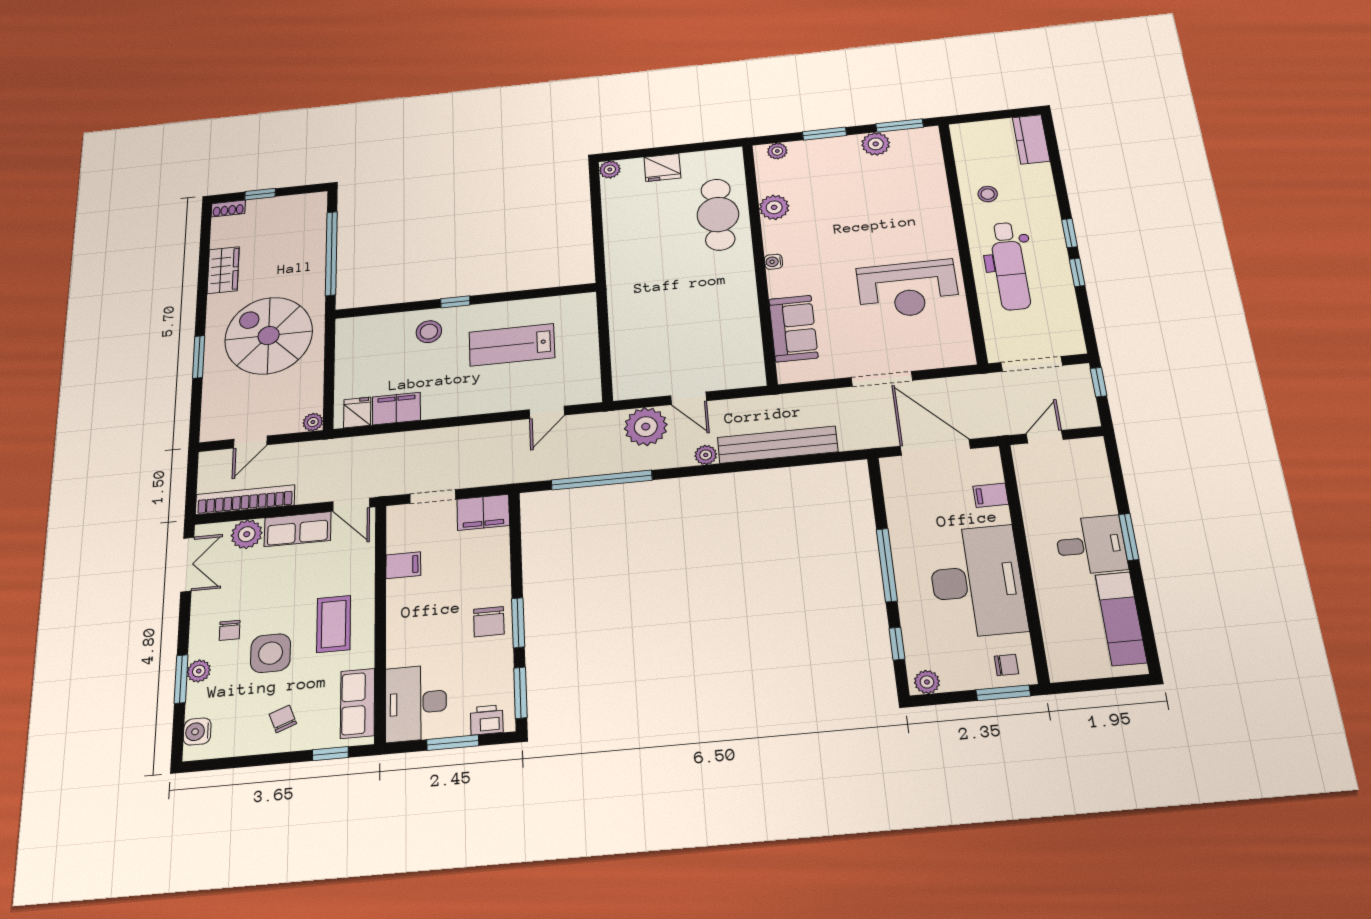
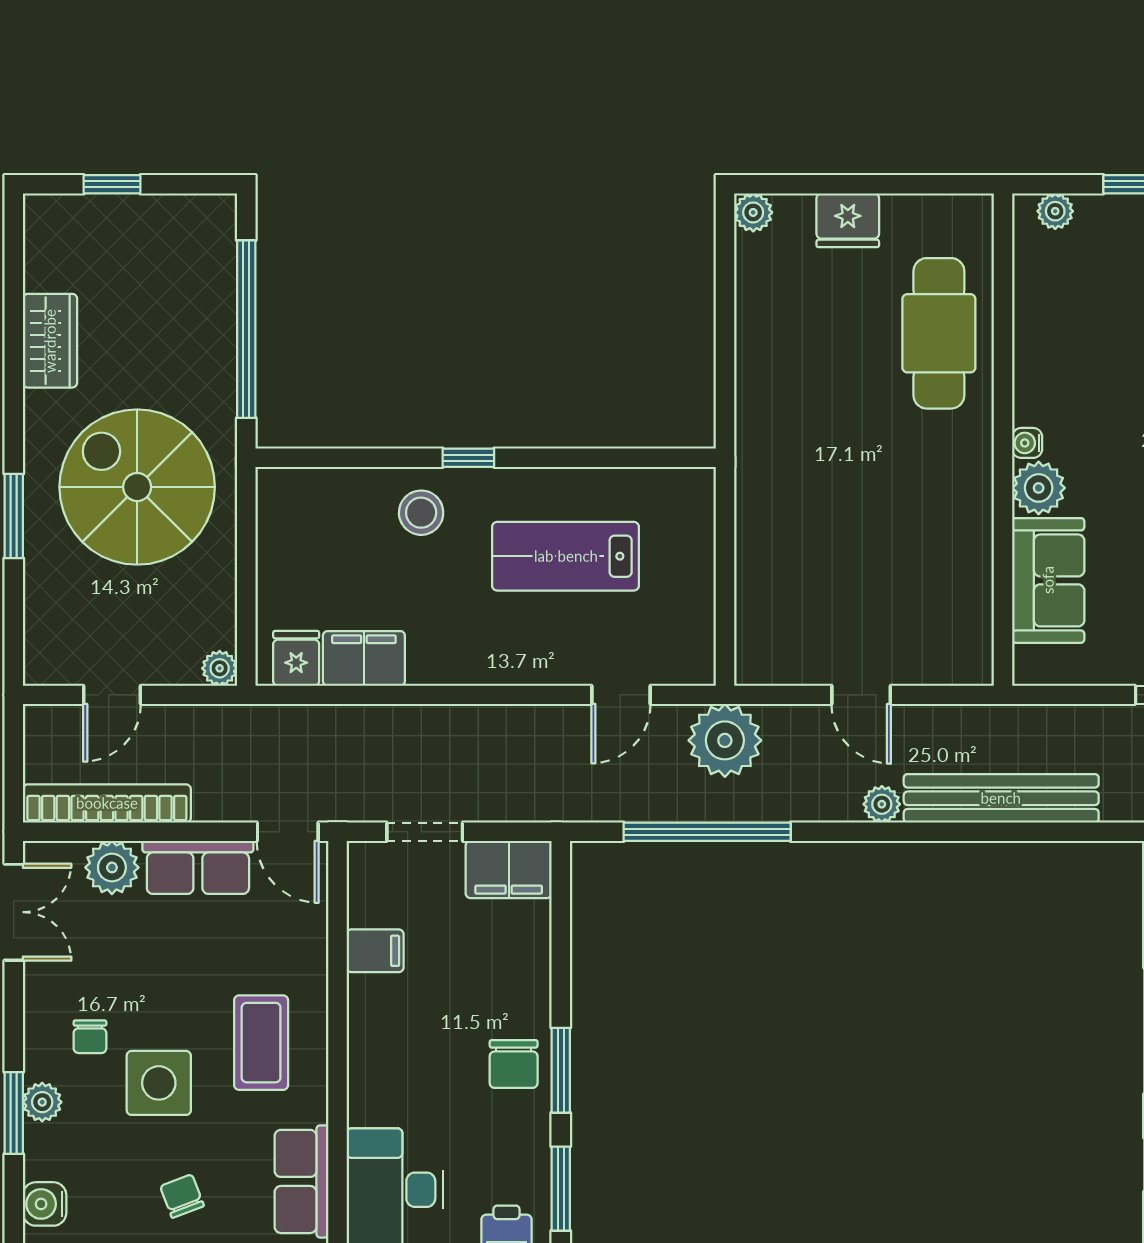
plant: (774, 207) -> (1039, 488), moved
shoe rack: (228, 209) -> (54, 208), removed
plant: (646, 427) -> (725, 740), moved

